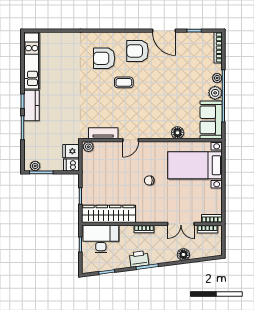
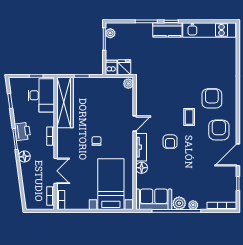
armchair: (150, 103) -> (170, 142), added
tv unit: (103, 133) -> (141, 147), moved
door: (131, 140) -> (135, 123), swing flipped
double door: (181, 224) -> (56, 171), swing flipped
floor lamp: (183, 255) -> (24, 156), moved

